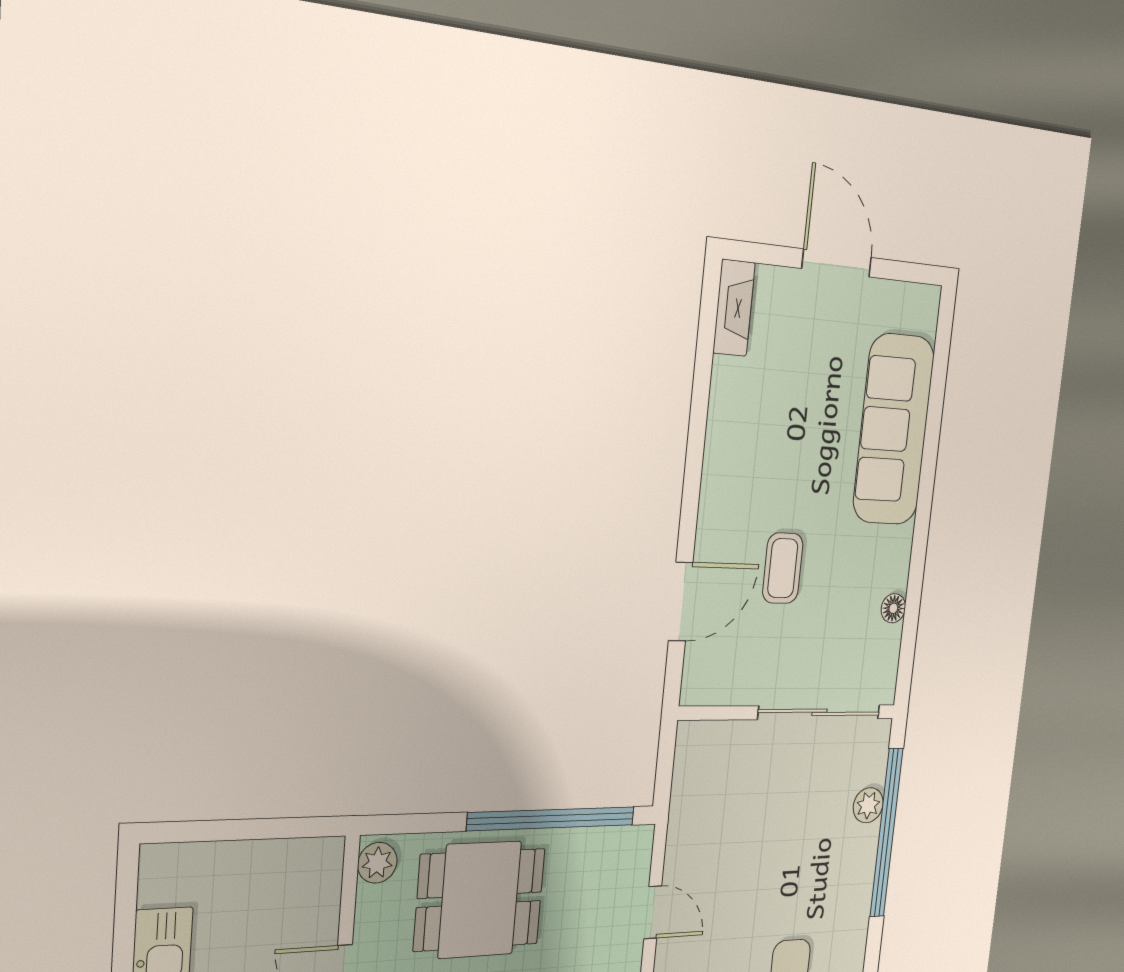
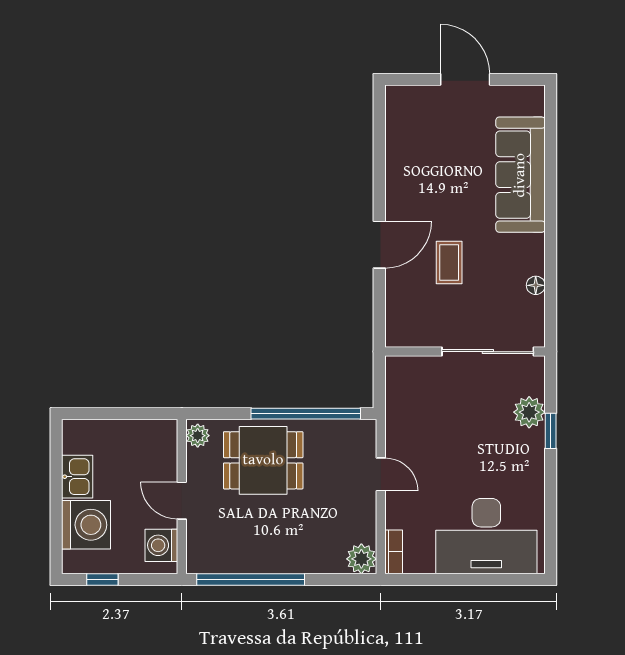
fireplace: (734, 308) -> (396, 112), removed
door: (681, 602) -> (379, 245), moved
plant: (868, 805) -> (529, 412), width x1.38, depth x1.38
window: (886, 833) -> (551, 431), width x0.32

